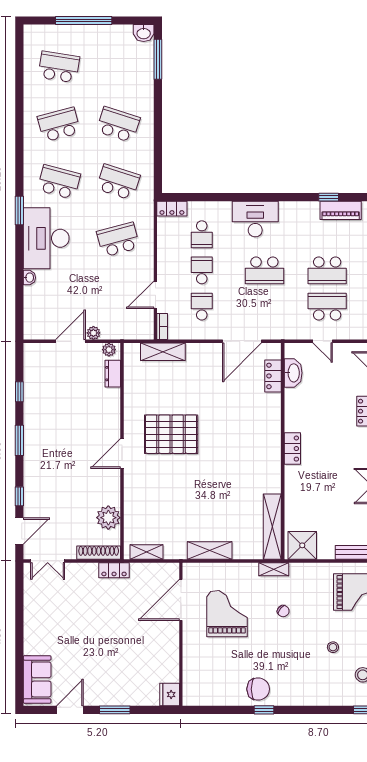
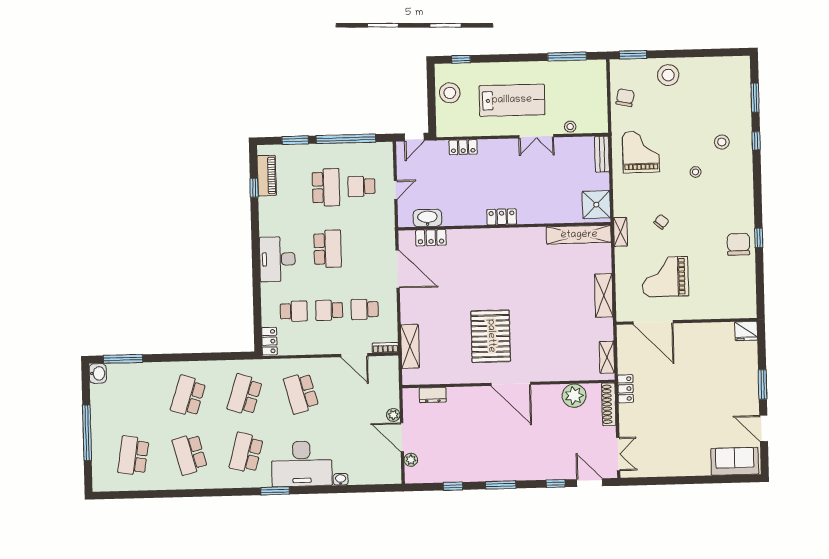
school desk: (327, 307) -> (361, 186), width x0.54
plant: (109, 350) -> (411, 460), moved
door: (122, 453) -> (511, 384), width x1.36

